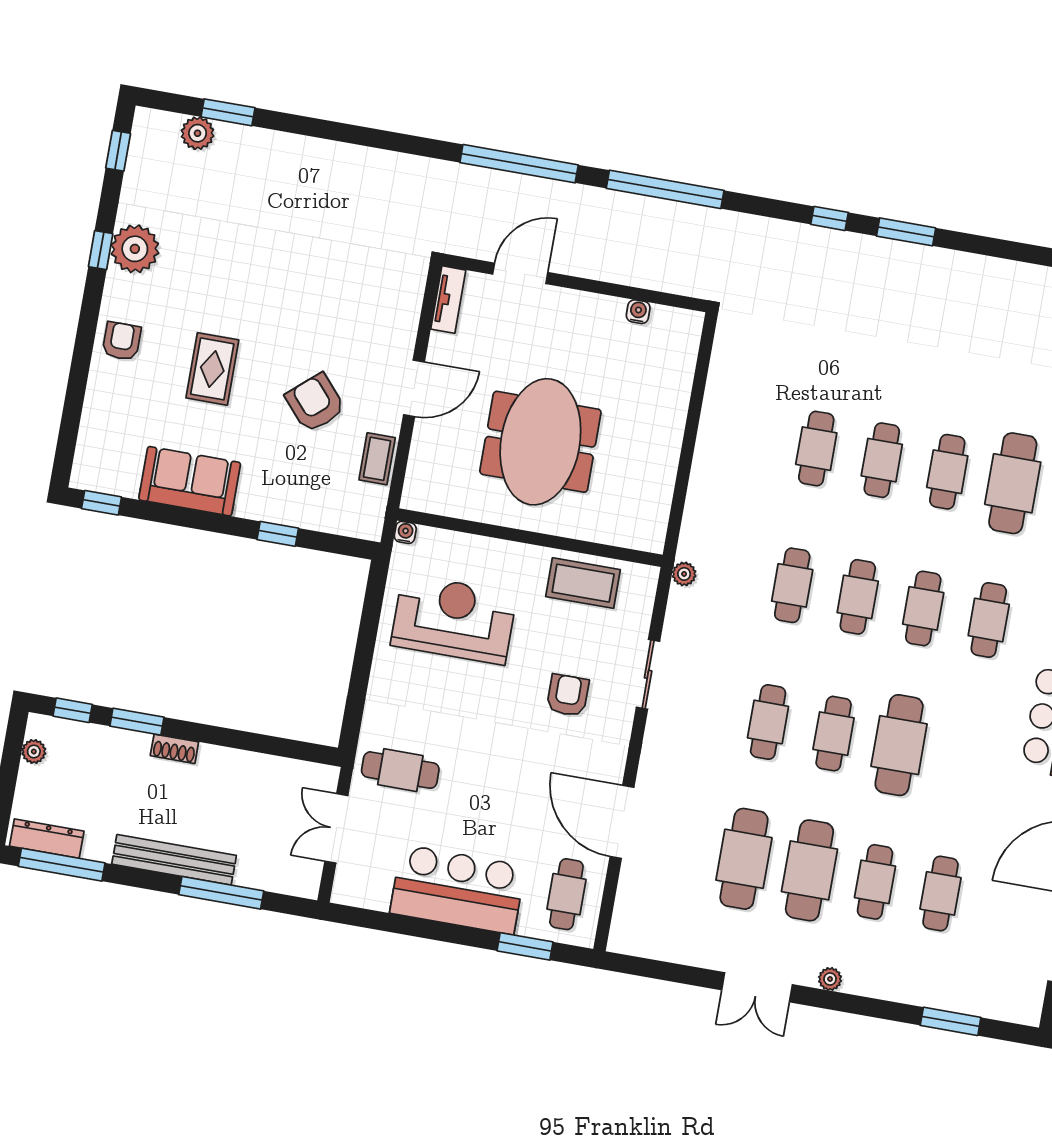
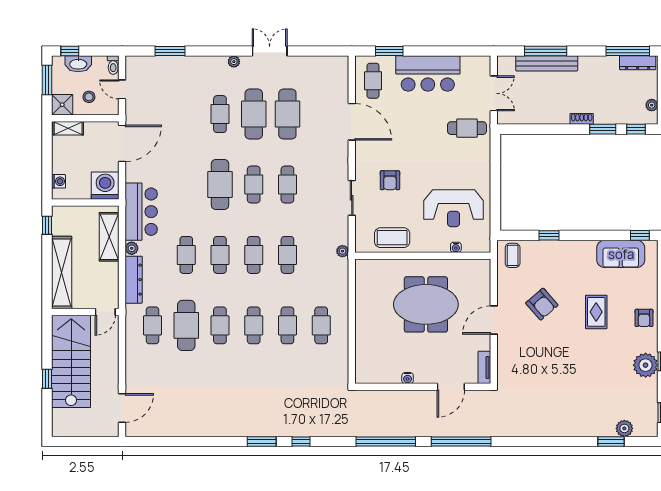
water cooler: (638, 312) -> (408, 378), moved
meeting table: (540, 442) -> (426, 304), turned 90
coffee table: (377, 459) -> (513, 255), moved
sofa: (190, 481) -> (621, 254), moved
water cooler: (405, 532) -> (456, 247), moved
bench: (174, 860) -> (547, 63), moved
cafe table: (940, 893) -> (321, 325), moved

